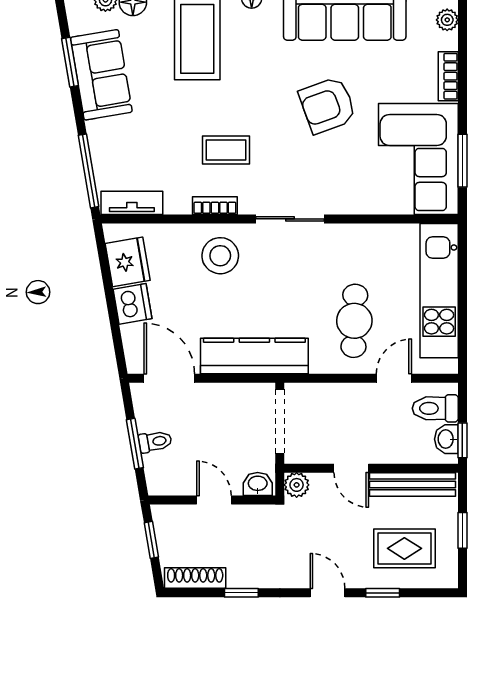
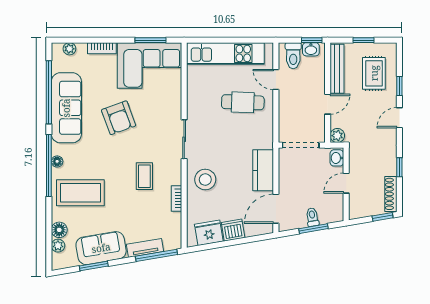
tv unit: (132, 203) -> (145, 248), moved, turned 80
bookcase: (215, 206) -> (176, 198), moved
kitchen counter: (254, 356) -> (263, 170), width x0.67
window: (151, 540) -> (383, 217), moved

